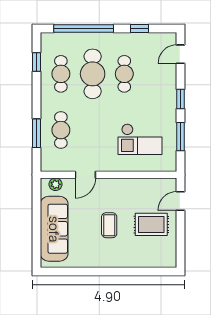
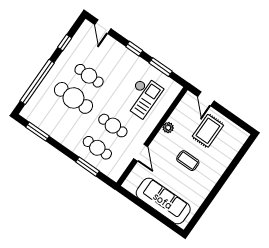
window: (36, 62) -> (38, 132), width x1.50
cafe table: (61, 74) -> (113, 126), moved
plant: (55, 184) -> (168, 128), moved

